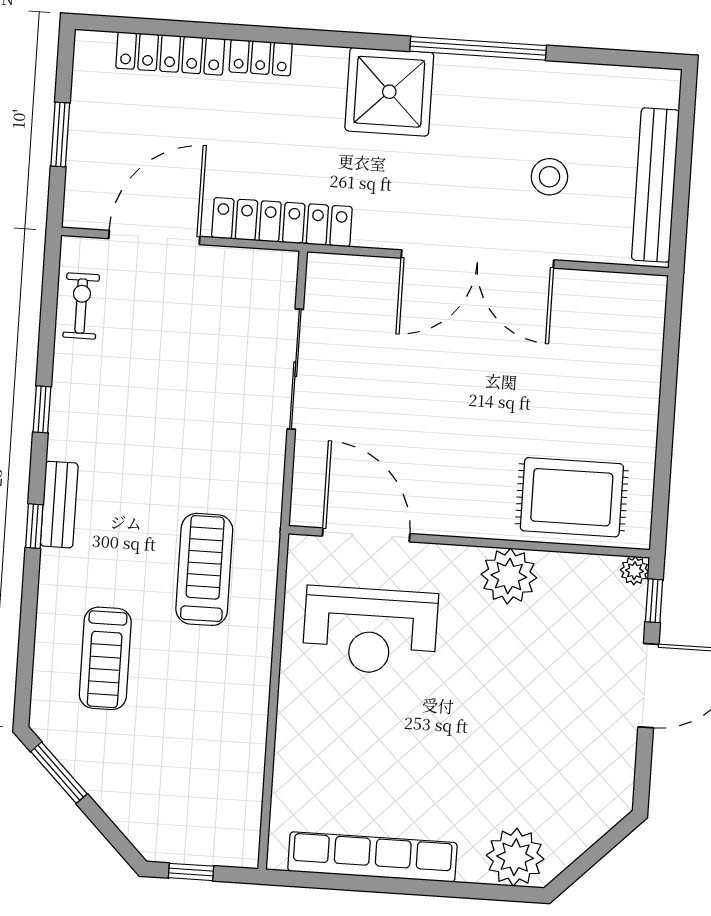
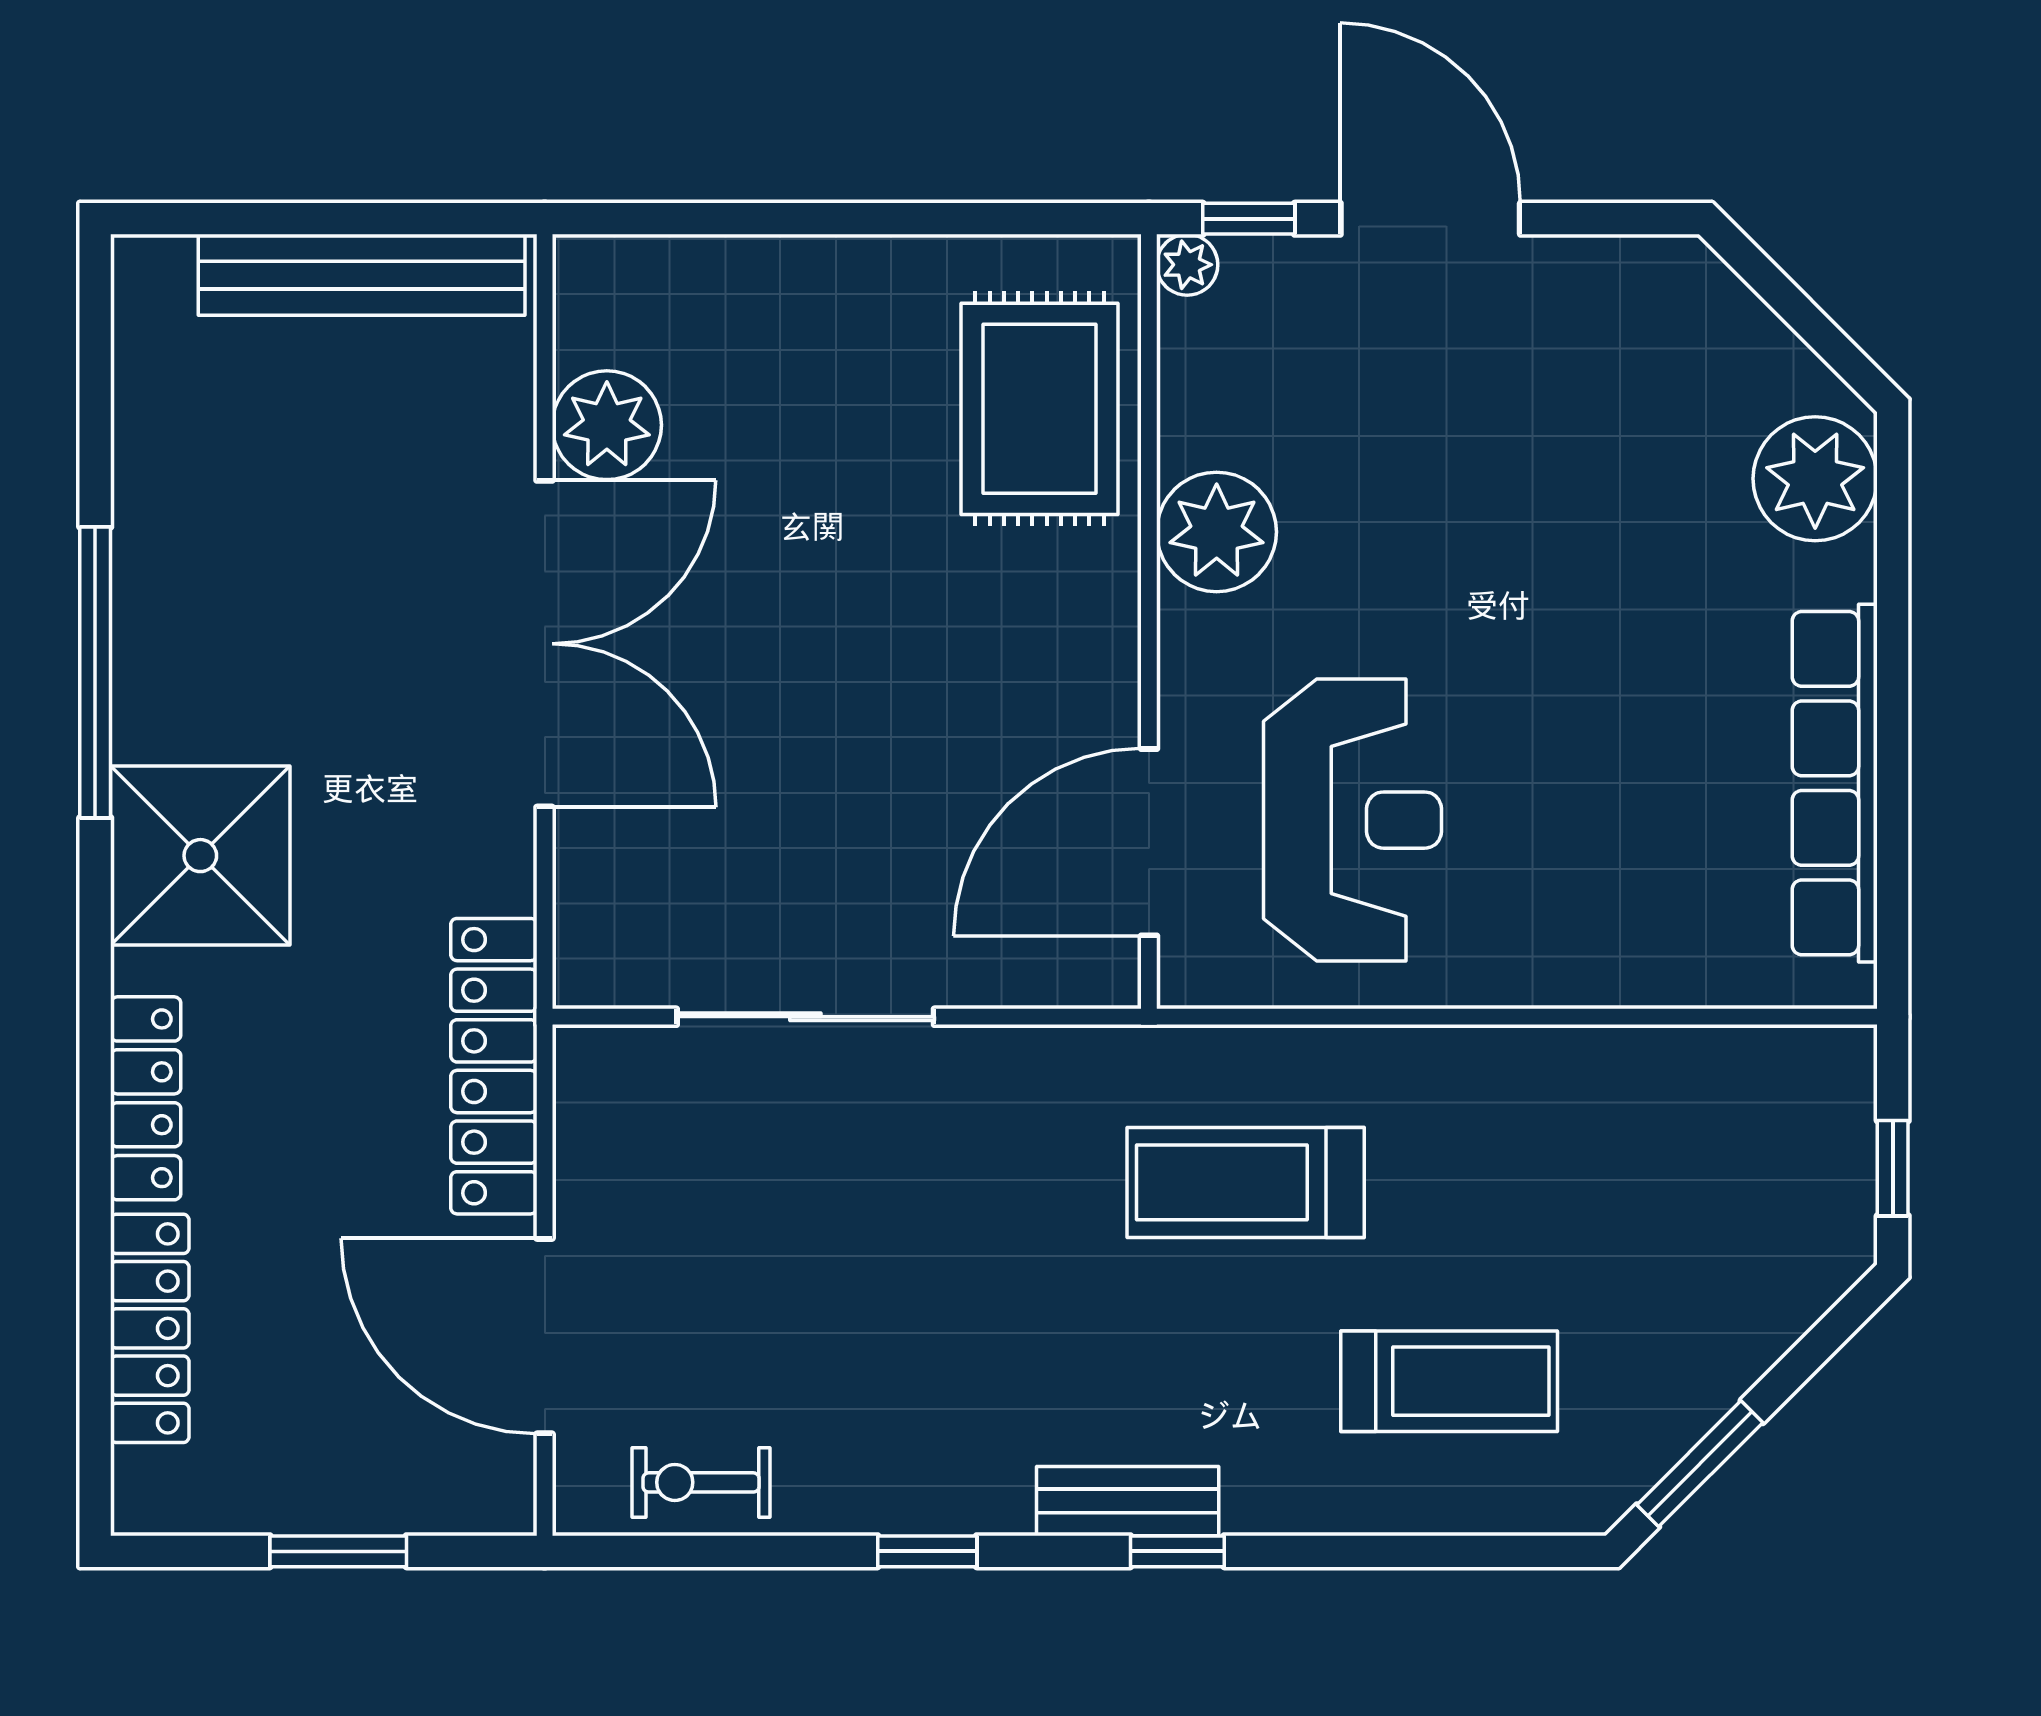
locker: (261, 58) -> (146, 1098), width x1.53
stool: (549, 177) -> (359, 502), removed
plant: (578, 295) -> (607, 425), added

